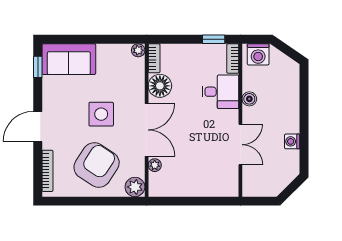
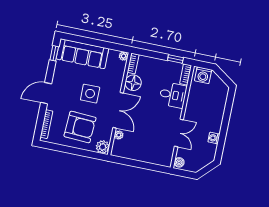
sofa: (69, 59) -> (82, 54), width x1.36
boiler: (249, 99) -> (179, 162), moved
armchair: (97, 165) -> (80, 127), turned 60

